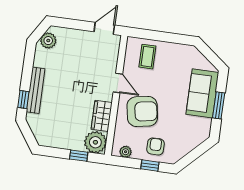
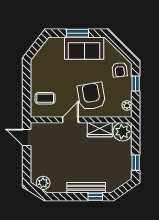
sofa: (202, 93) -> (84, 48), moved
armchair: (155, 146) -> (120, 70), moved, turned -96
window: (79, 156) -> (136, 163), moved

